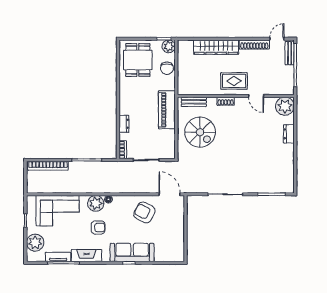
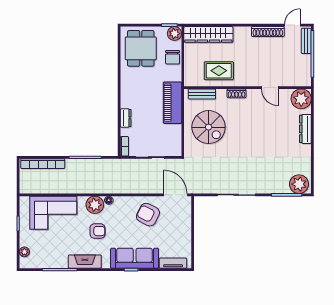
wardrobe: (216, 47) -> (208, 34), moved
rug: (234, 81) -> (219, 71), moved
dresser: (289, 134) -> (305, 129), width x1.44
plant: (283, 184) -> (299, 184), added
plant: (35, 243) -> (24, 252), width x0.53, depth x0.53
tv unit: (58, 257) -> (173, 263), moved

